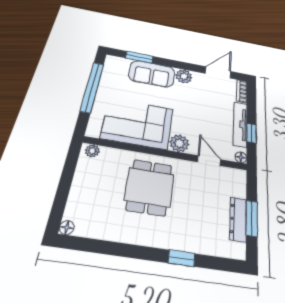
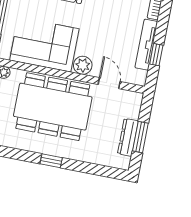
floor lamp: (241, 157) -> (141, 80), removed
dining table: (149, 187) -> (53, 107), width x1.88, depth x1.24
window: (182, 258) -> (51, 161), moved

